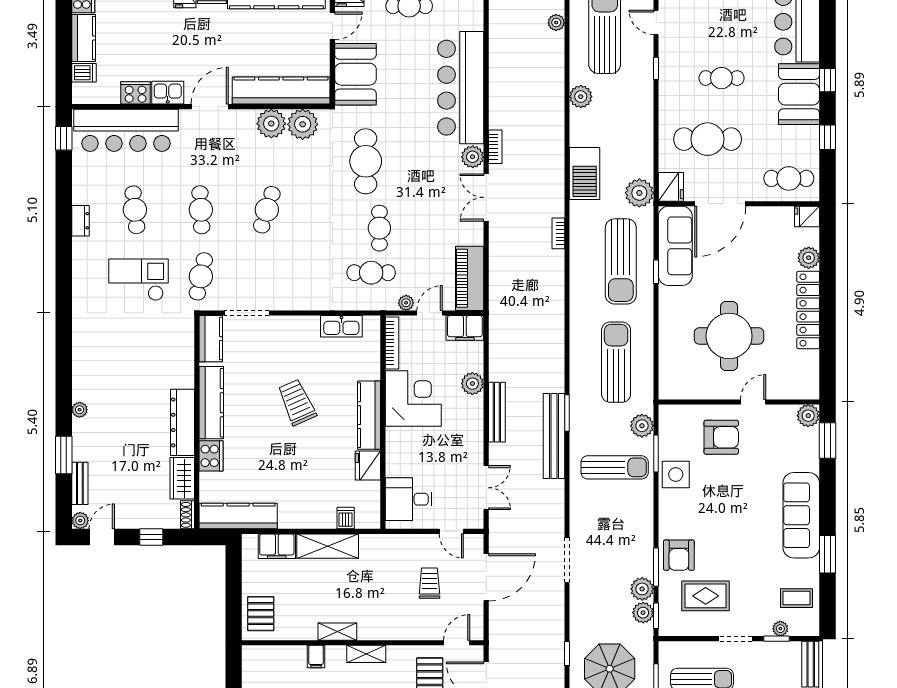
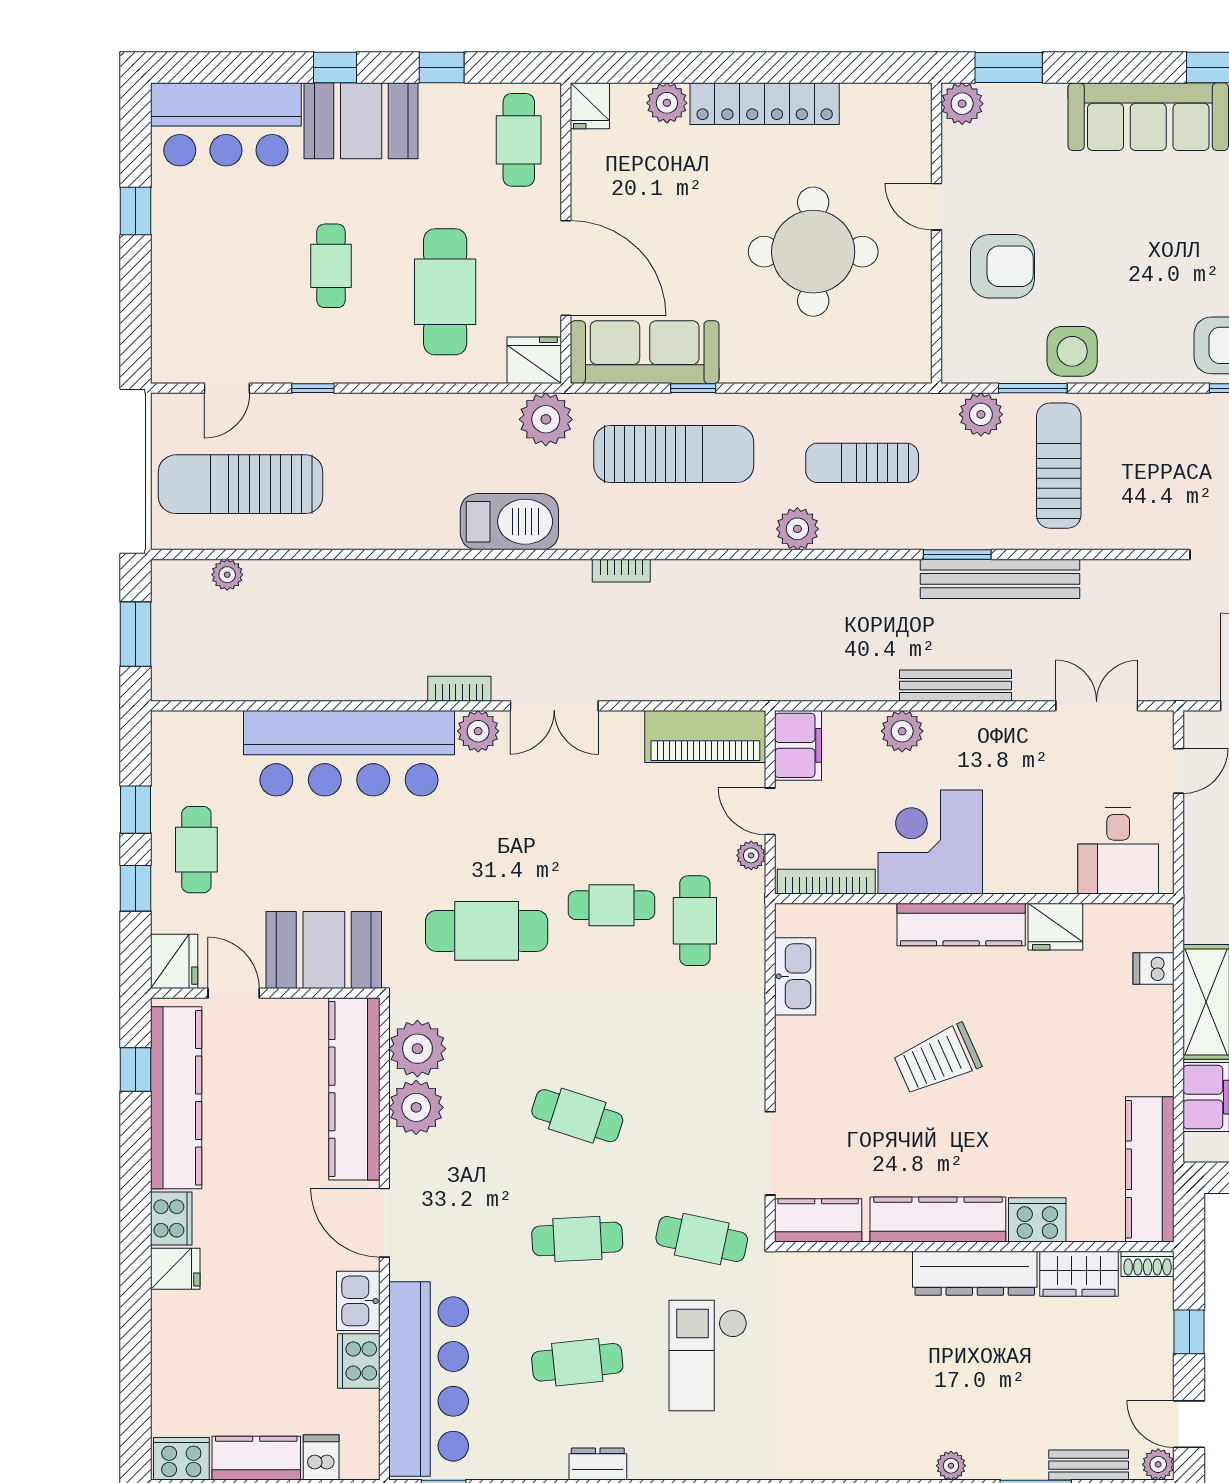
plant: (581, 97) -> (797, 529), moved
sun lounger: (616, 362) -> (862, 463), width x0.73, depth x0.75
armchair: (721, 437) -> (1002, 266), turned 90

